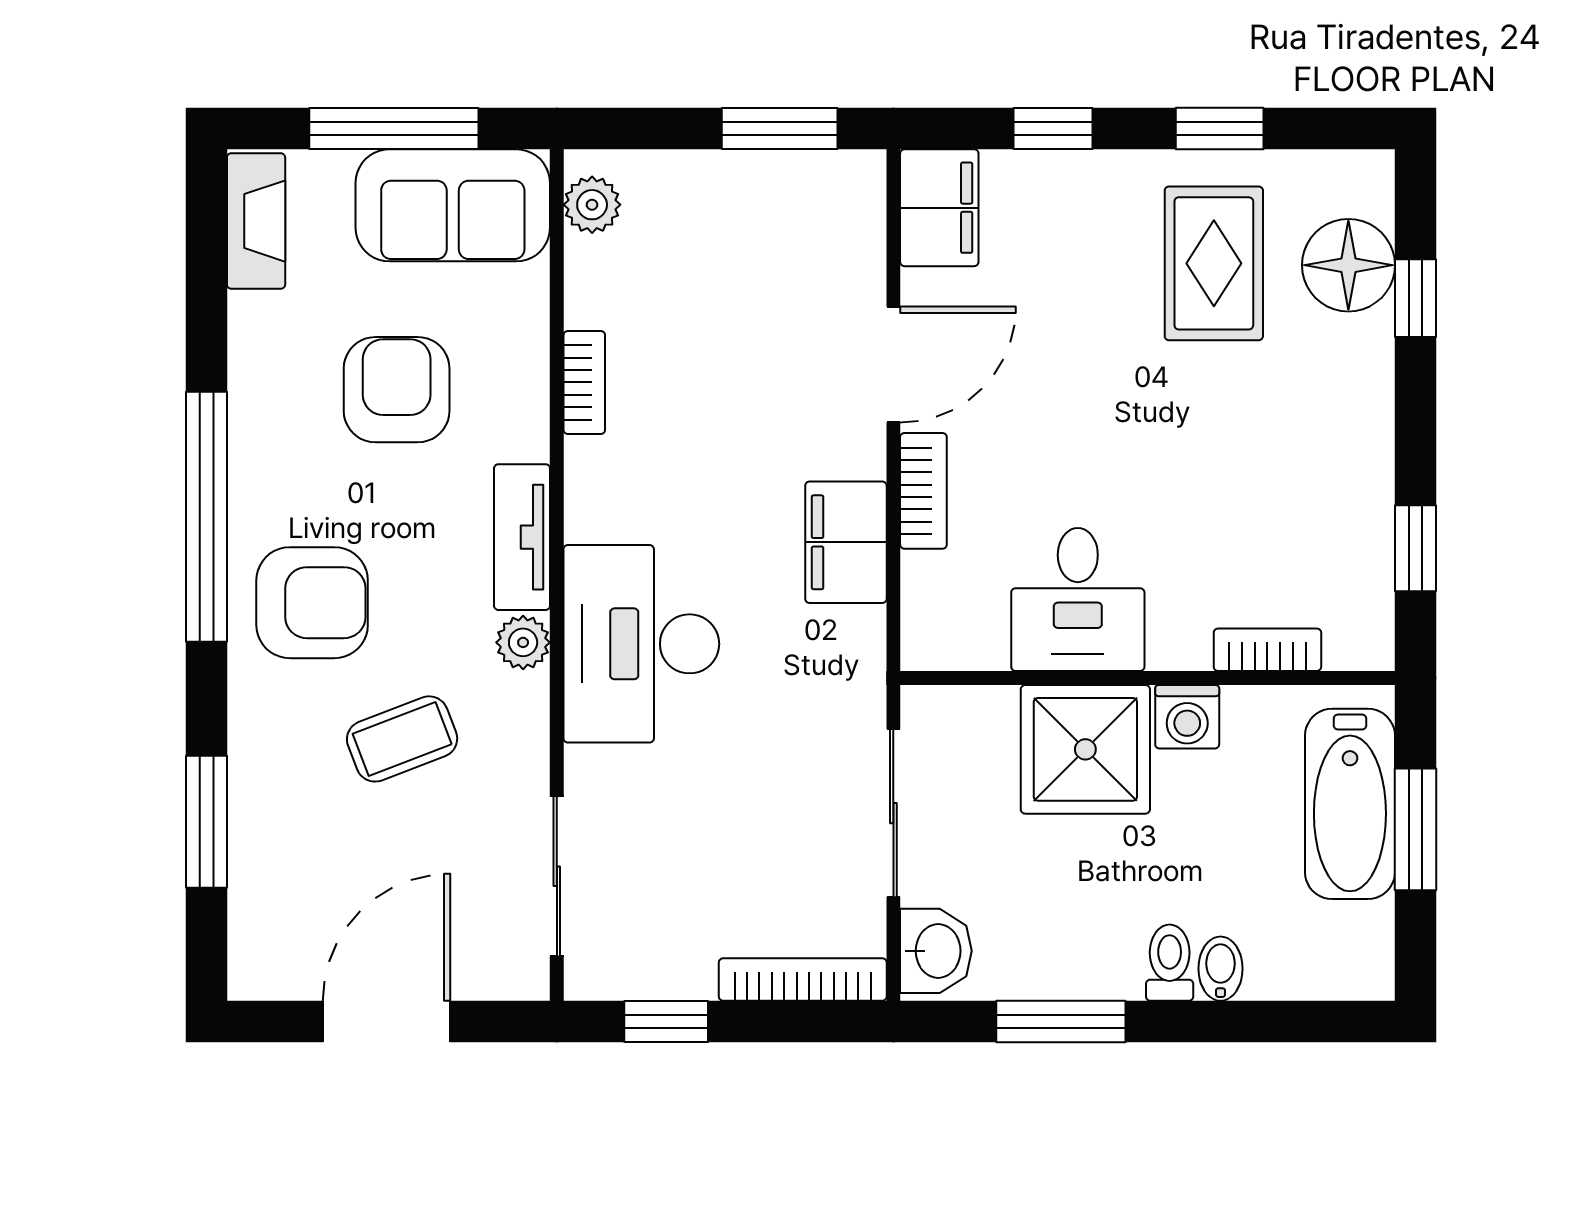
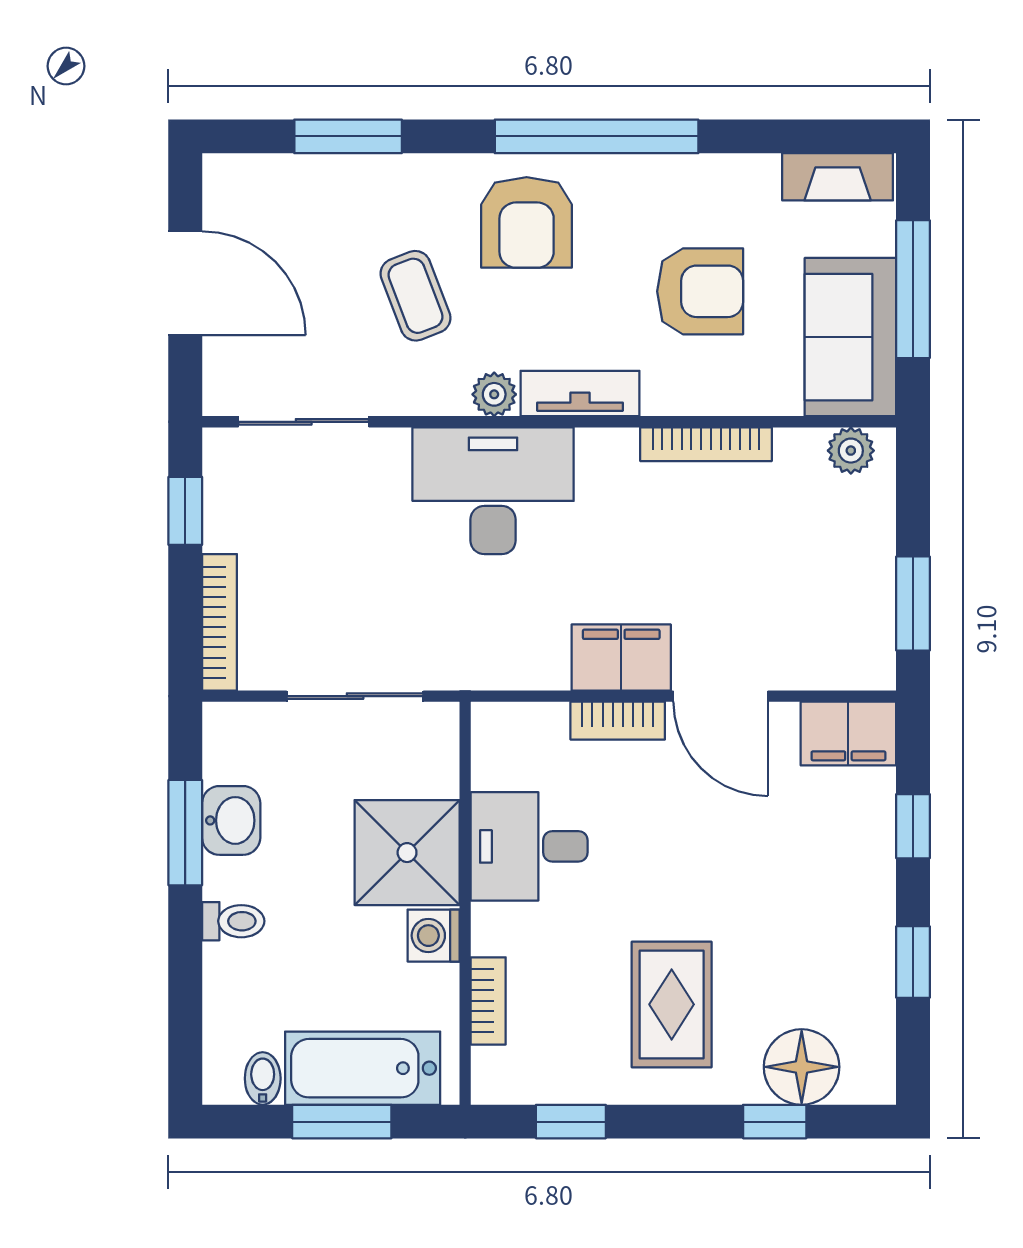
rug: (1214, 263) -> (672, 1004), moved, turned 90
bookcase: (584, 382) -> (706, 444), width x1.56
filing cabinet: (846, 542) -> (621, 657), moved
washbasin: (936, 951) -> (231, 820), moved, turned -90
bidet: (1220, 969) -> (263, 1078), moved, turned -90

